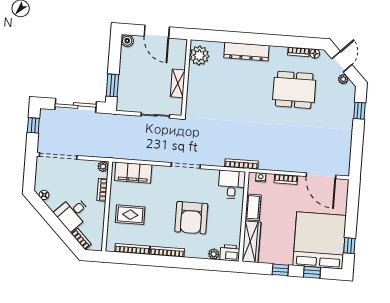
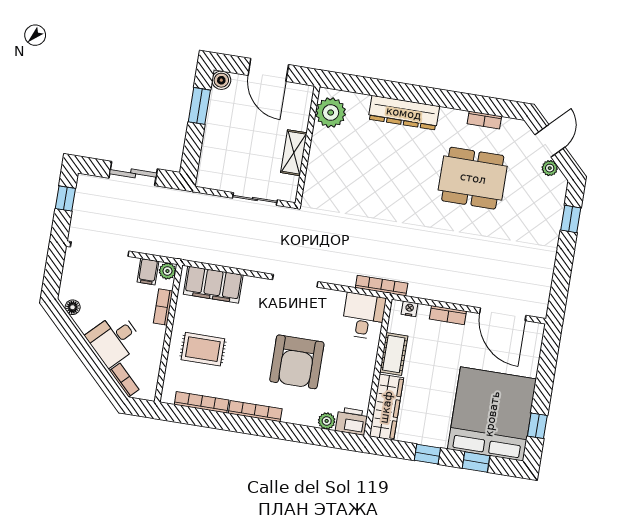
floor lamp: (315, 54) -> (509, 125), removed
window: (112, 85) -> (199, 106), moved
sliding door: (76, 106) -> (133, 173), width x0.73
filing cabinet: (91, 168) -> (148, 272), added

